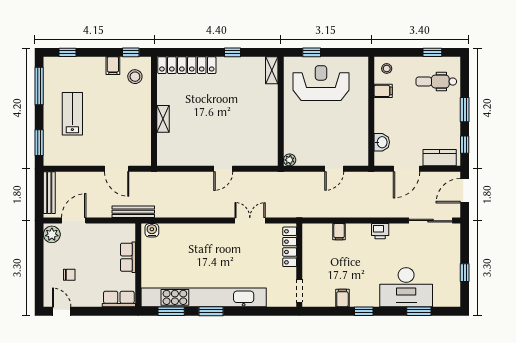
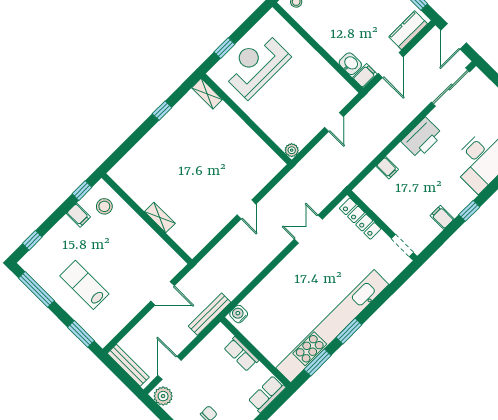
locker: (187, 65) -> (136, 156), removed
filing cabinet: (383, 91) -> (365, 76), moved
printer: (380, 231) -> (422, 138), width x1.87, depth x1.48

